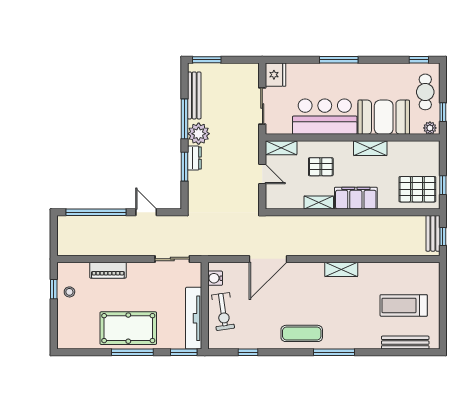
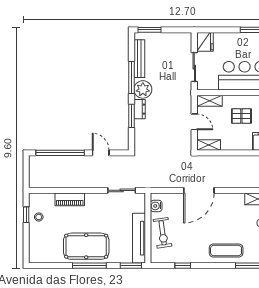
shelving: (319, 203) -> (209, 145), moved

